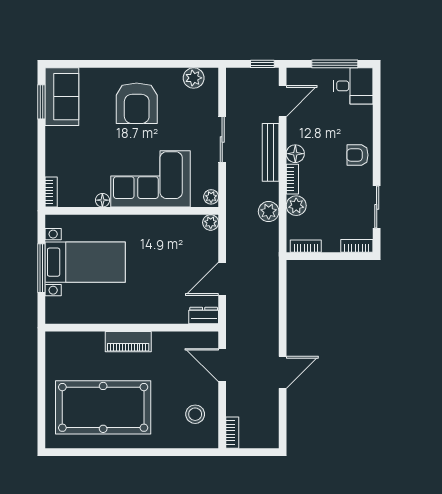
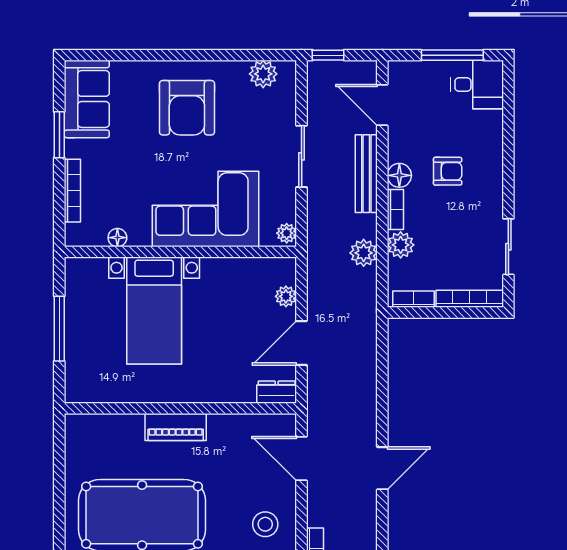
window: (262, 64) -> (328, 55), moved
door: (283, 101) -> (382, 105), swing flipped
window: (41, 102) -> (59, 135), moved
armchair: (358, 155) -> (448, 171), moved, turned 180
bookcase: (51, 192) -> (72, 191), moved, width x1.56
floor lamp: (102, 200) -> (117, 238), moved
plant: (211, 222) -> (286, 296), moved
bookcase: (357, 246) -> (470, 299), width x1.56
bed with nightstands: (85, 262) -> (154, 311), moved, turned 90

